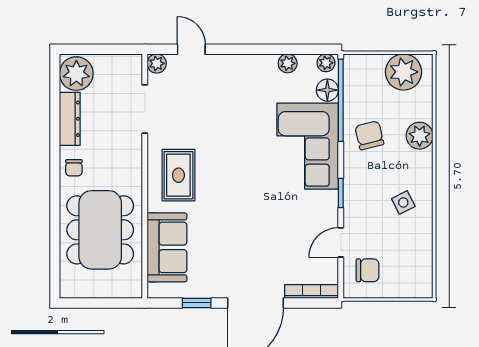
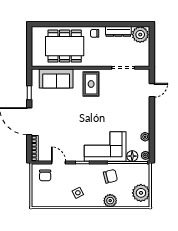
plant: (157, 63) -> (145, 73), removed
rug: (178, 175) -> (91, 84), turned 90

